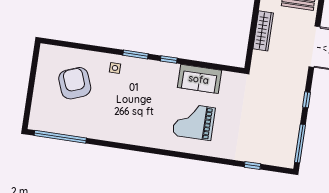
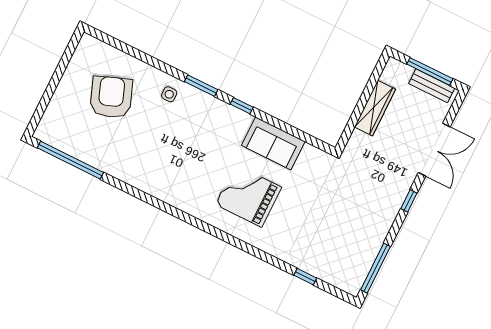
window: (306, 100) -> (409, 201), moved

